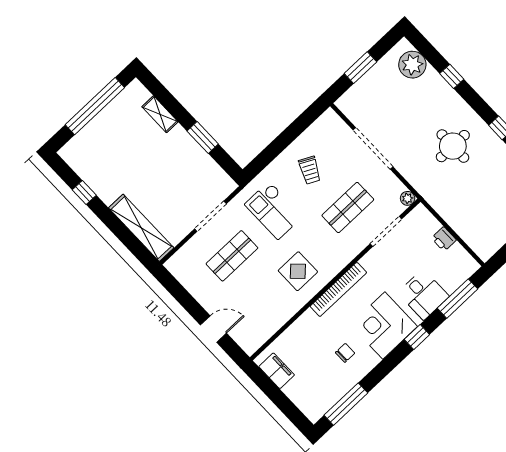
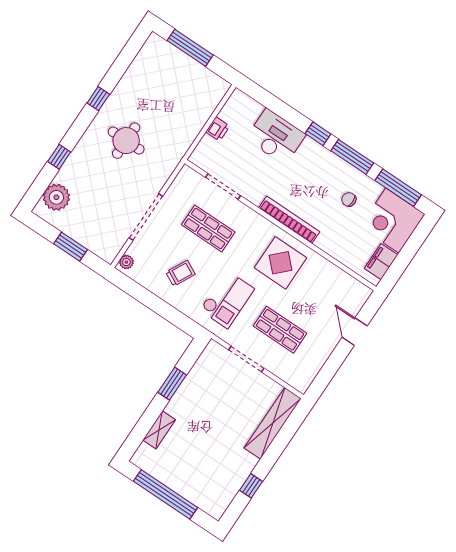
plant: (408, 198) -> (126, 262), moved
display table: (298, 271) -> (281, 263), width x1.36, depth x1.36
desk: (423, 295) -> (276, 137), width x1.37
window: (458, 299) -> (352, 157), moved
corner desk: (384, 326) -> (392, 221), moved, turned 90

